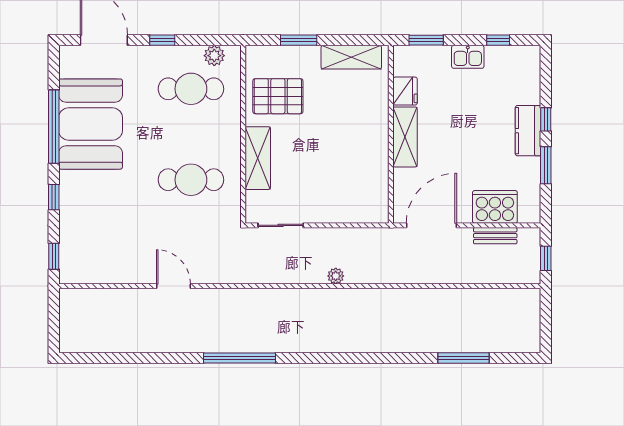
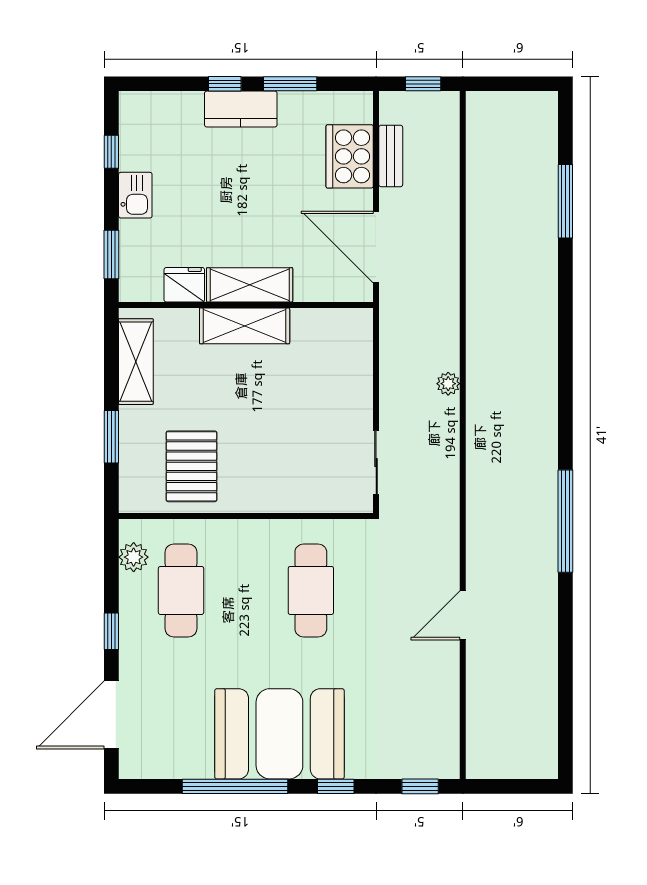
booth: (91, 124) -> (279, 734), moved
shelving: (258, 158) -> (245, 326), moved

